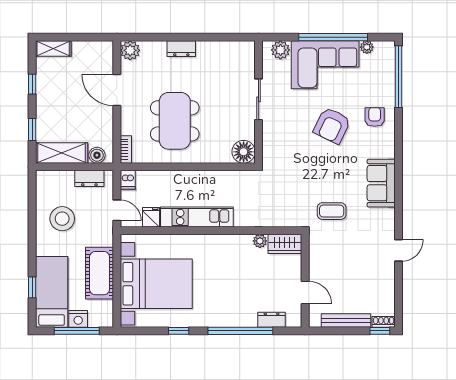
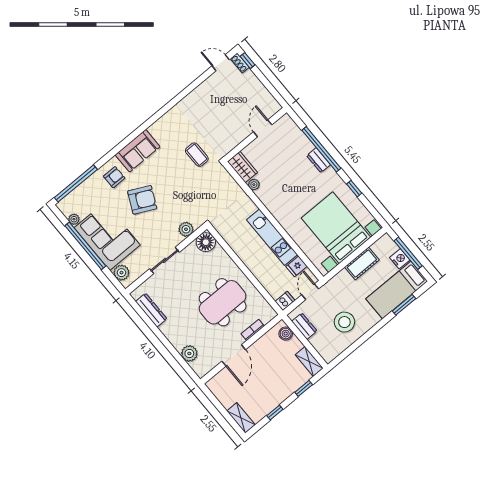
dresser: (181, 49) -> (151, 310), moved, width x1.44
plant: (130, 50) -> (189, 353), moved
armchair: (375, 117) -> (114, 177), turned 180
plant: (271, 143) -> (186, 229), added
bookcase: (126, 149) -> (253, 330), moved
shelving: (62, 153) -> (309, 361), width x0.67, depth x0.75
sofa: (381, 183) -> (138, 151), moved
door: (398, 250) -> (221, 63), moved
cot: (100, 273) -> (362, 263), width x0.73, depth x0.75
window: (32, 287) -> (404, 305), width x1.50
dresser: (272, 320) -> (319, 160), moved
bench: (346, 321) -> (259, 87), removed

